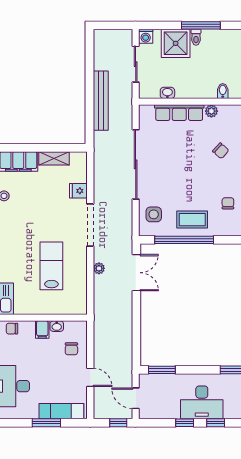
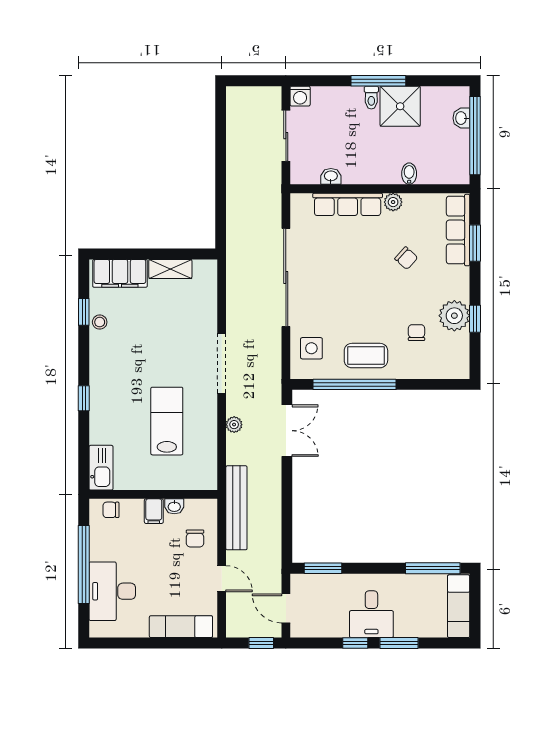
shower: (176, 43) -> (400, 106), moved
bench: (101, 101) -> (236, 508), moved
fridge: (78, 191) -> (205, 315), removed
desk: (202, 402) -> (371, 614), width x0.73
window: (46, 423) -> (160, 643), removed
window: (216, 423) -> (399, 643), width x1.50

